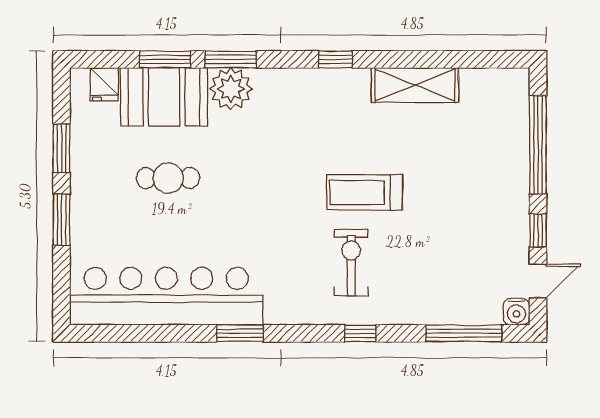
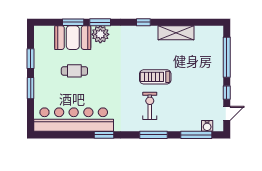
fridge: (104, 84) -> (48, 32), removed
water cooler: (516, 312) -> (207, 126), moved
window: (360, 333) -> (153, 135), width x2.17

